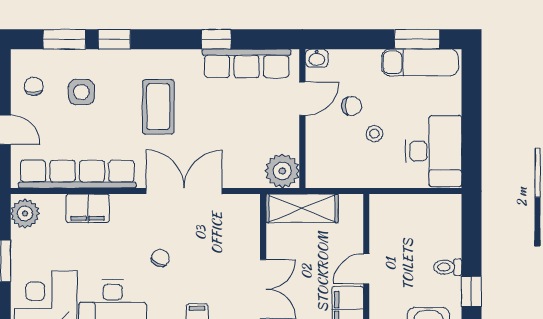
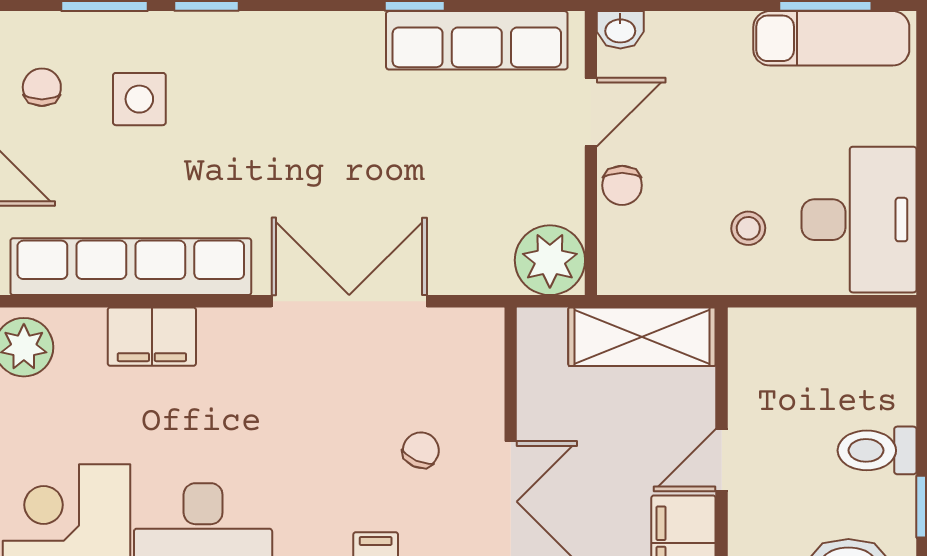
chair: (352, 106) -> (622, 185), moved, turned 90
coffee table: (158, 107) -> (296, 129), removed
stool: (374, 134) -> (748, 228), moved
shelving: (302, 208) -> (642, 337), moved
chair: (160, 258) -> (421, 450), moved
toilet: (448, 267) -> (877, 450), width x1.37, depth x1.39

